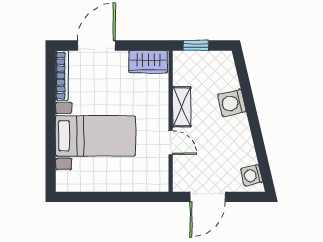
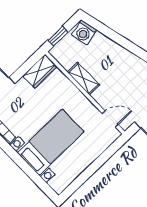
washing machine: (232, 103) -> (84, 32), moved
door: (171, 143) -> (110, 119), moved

